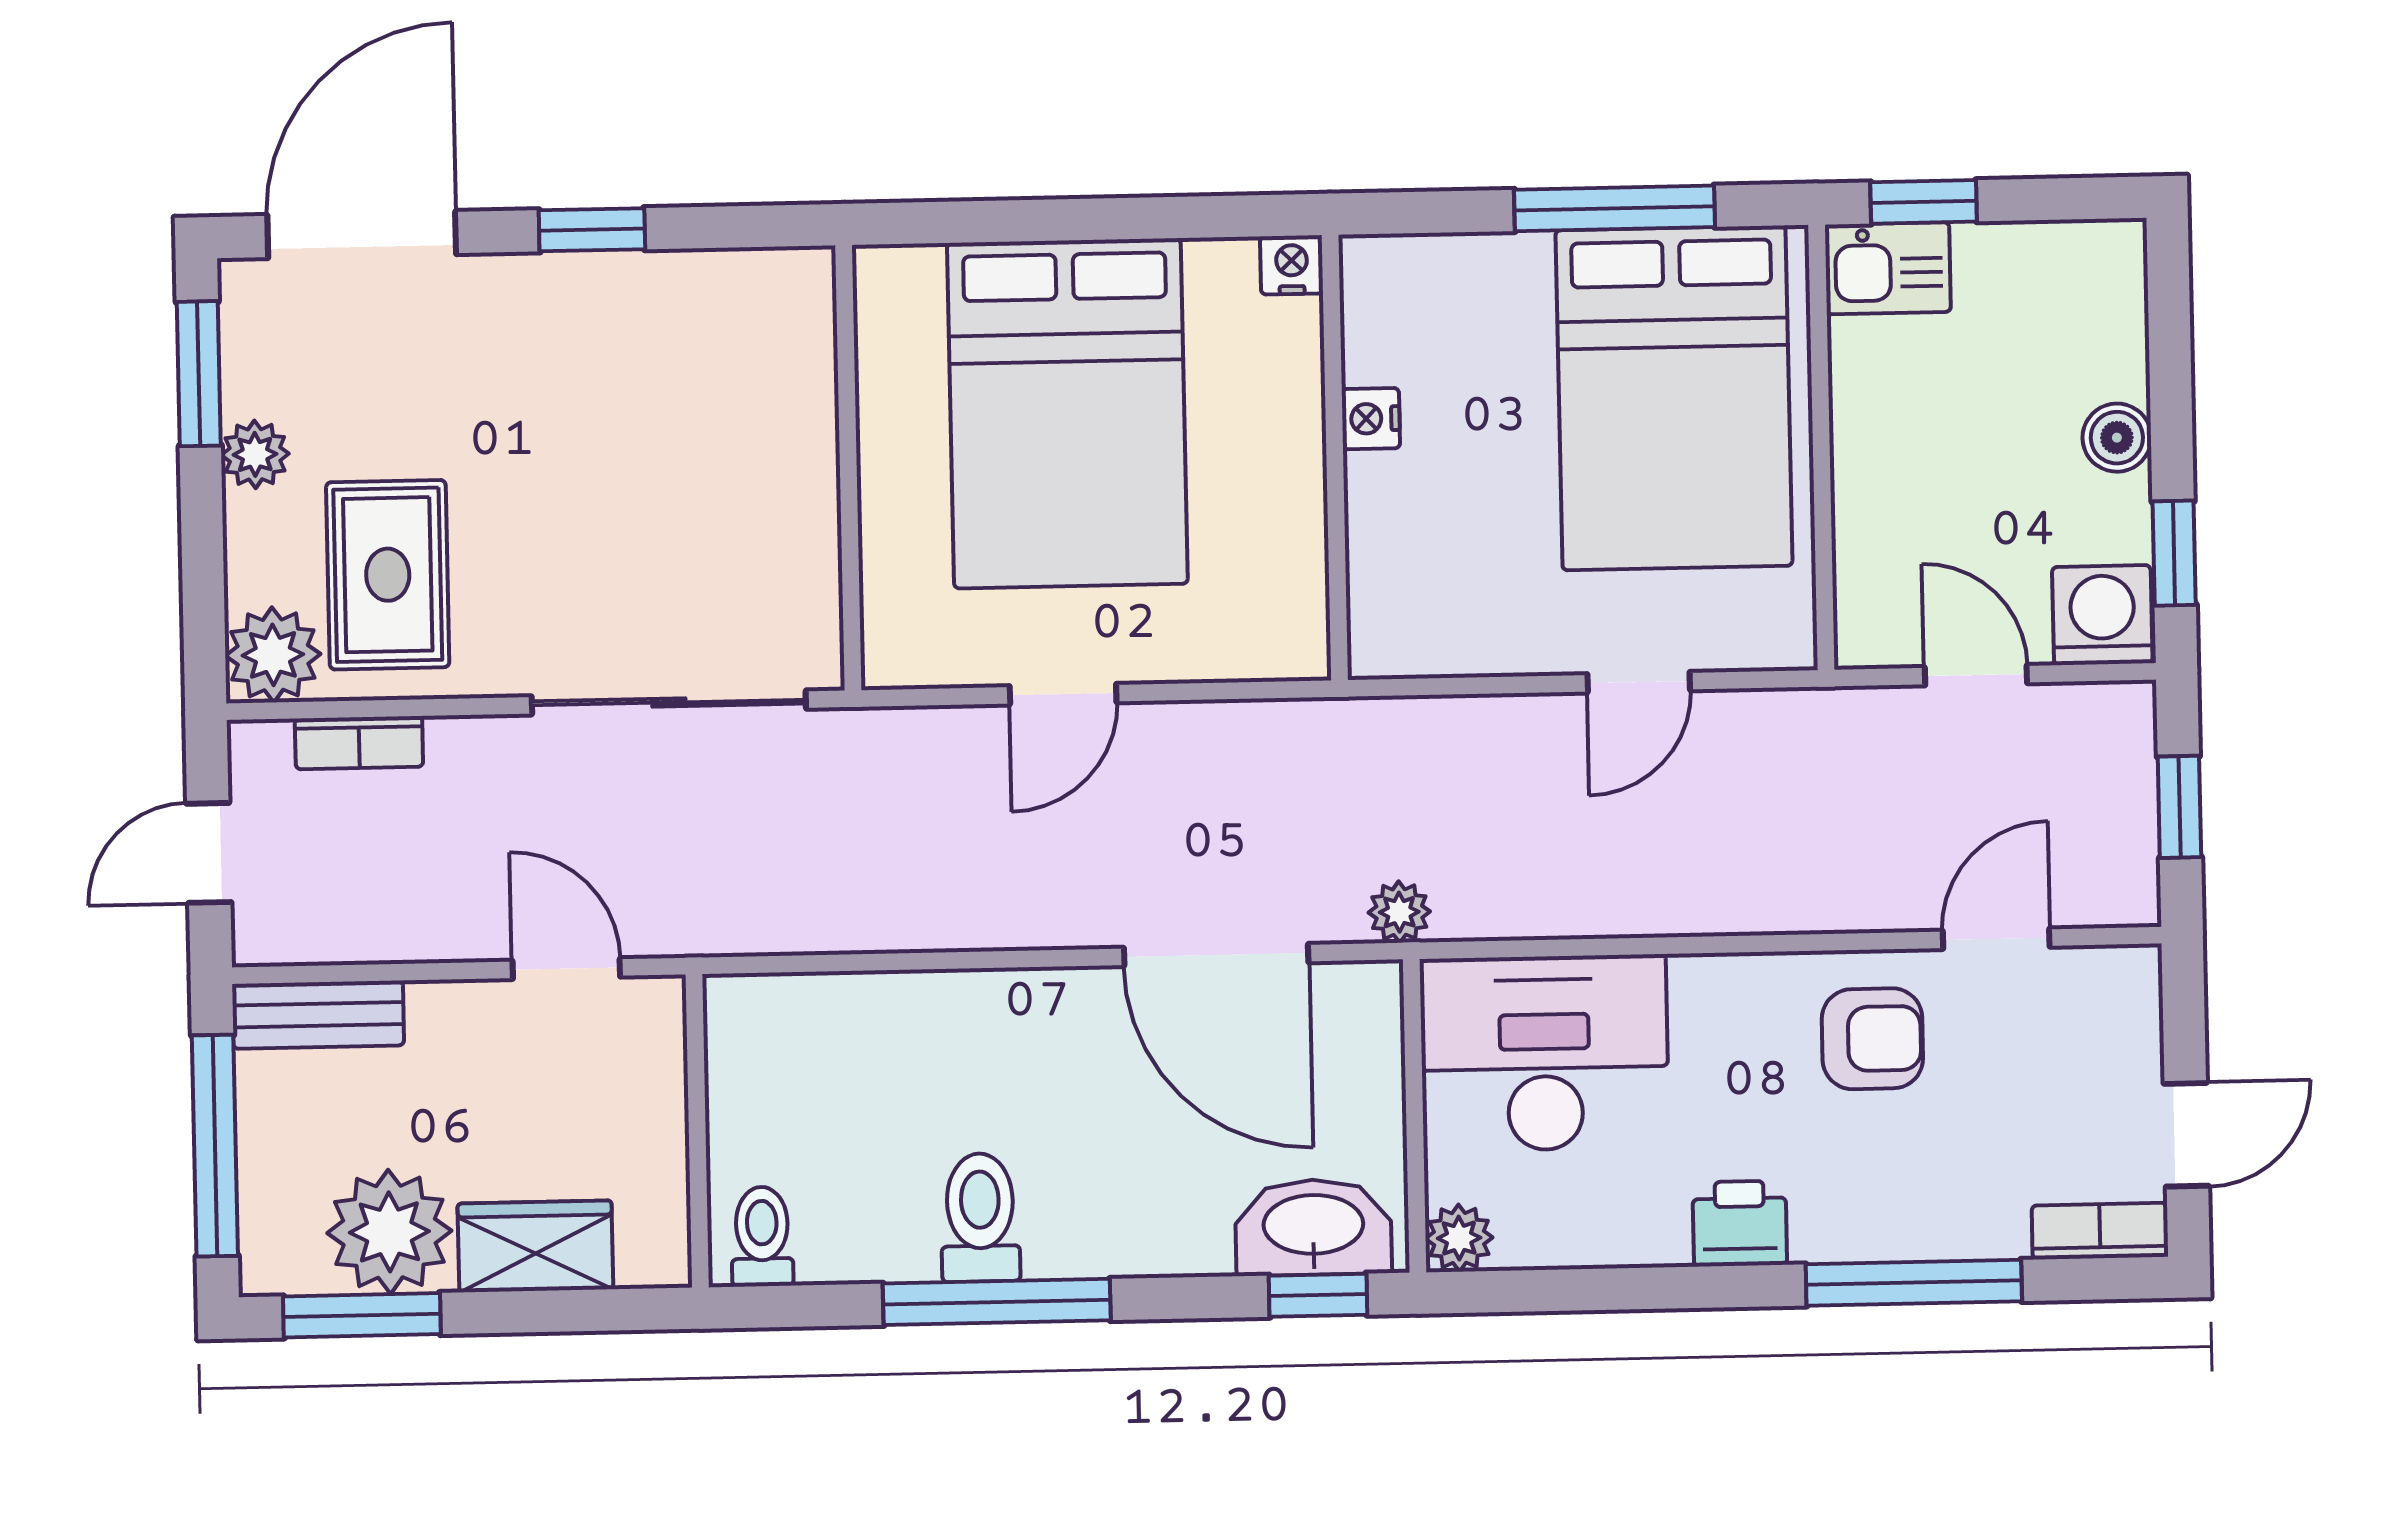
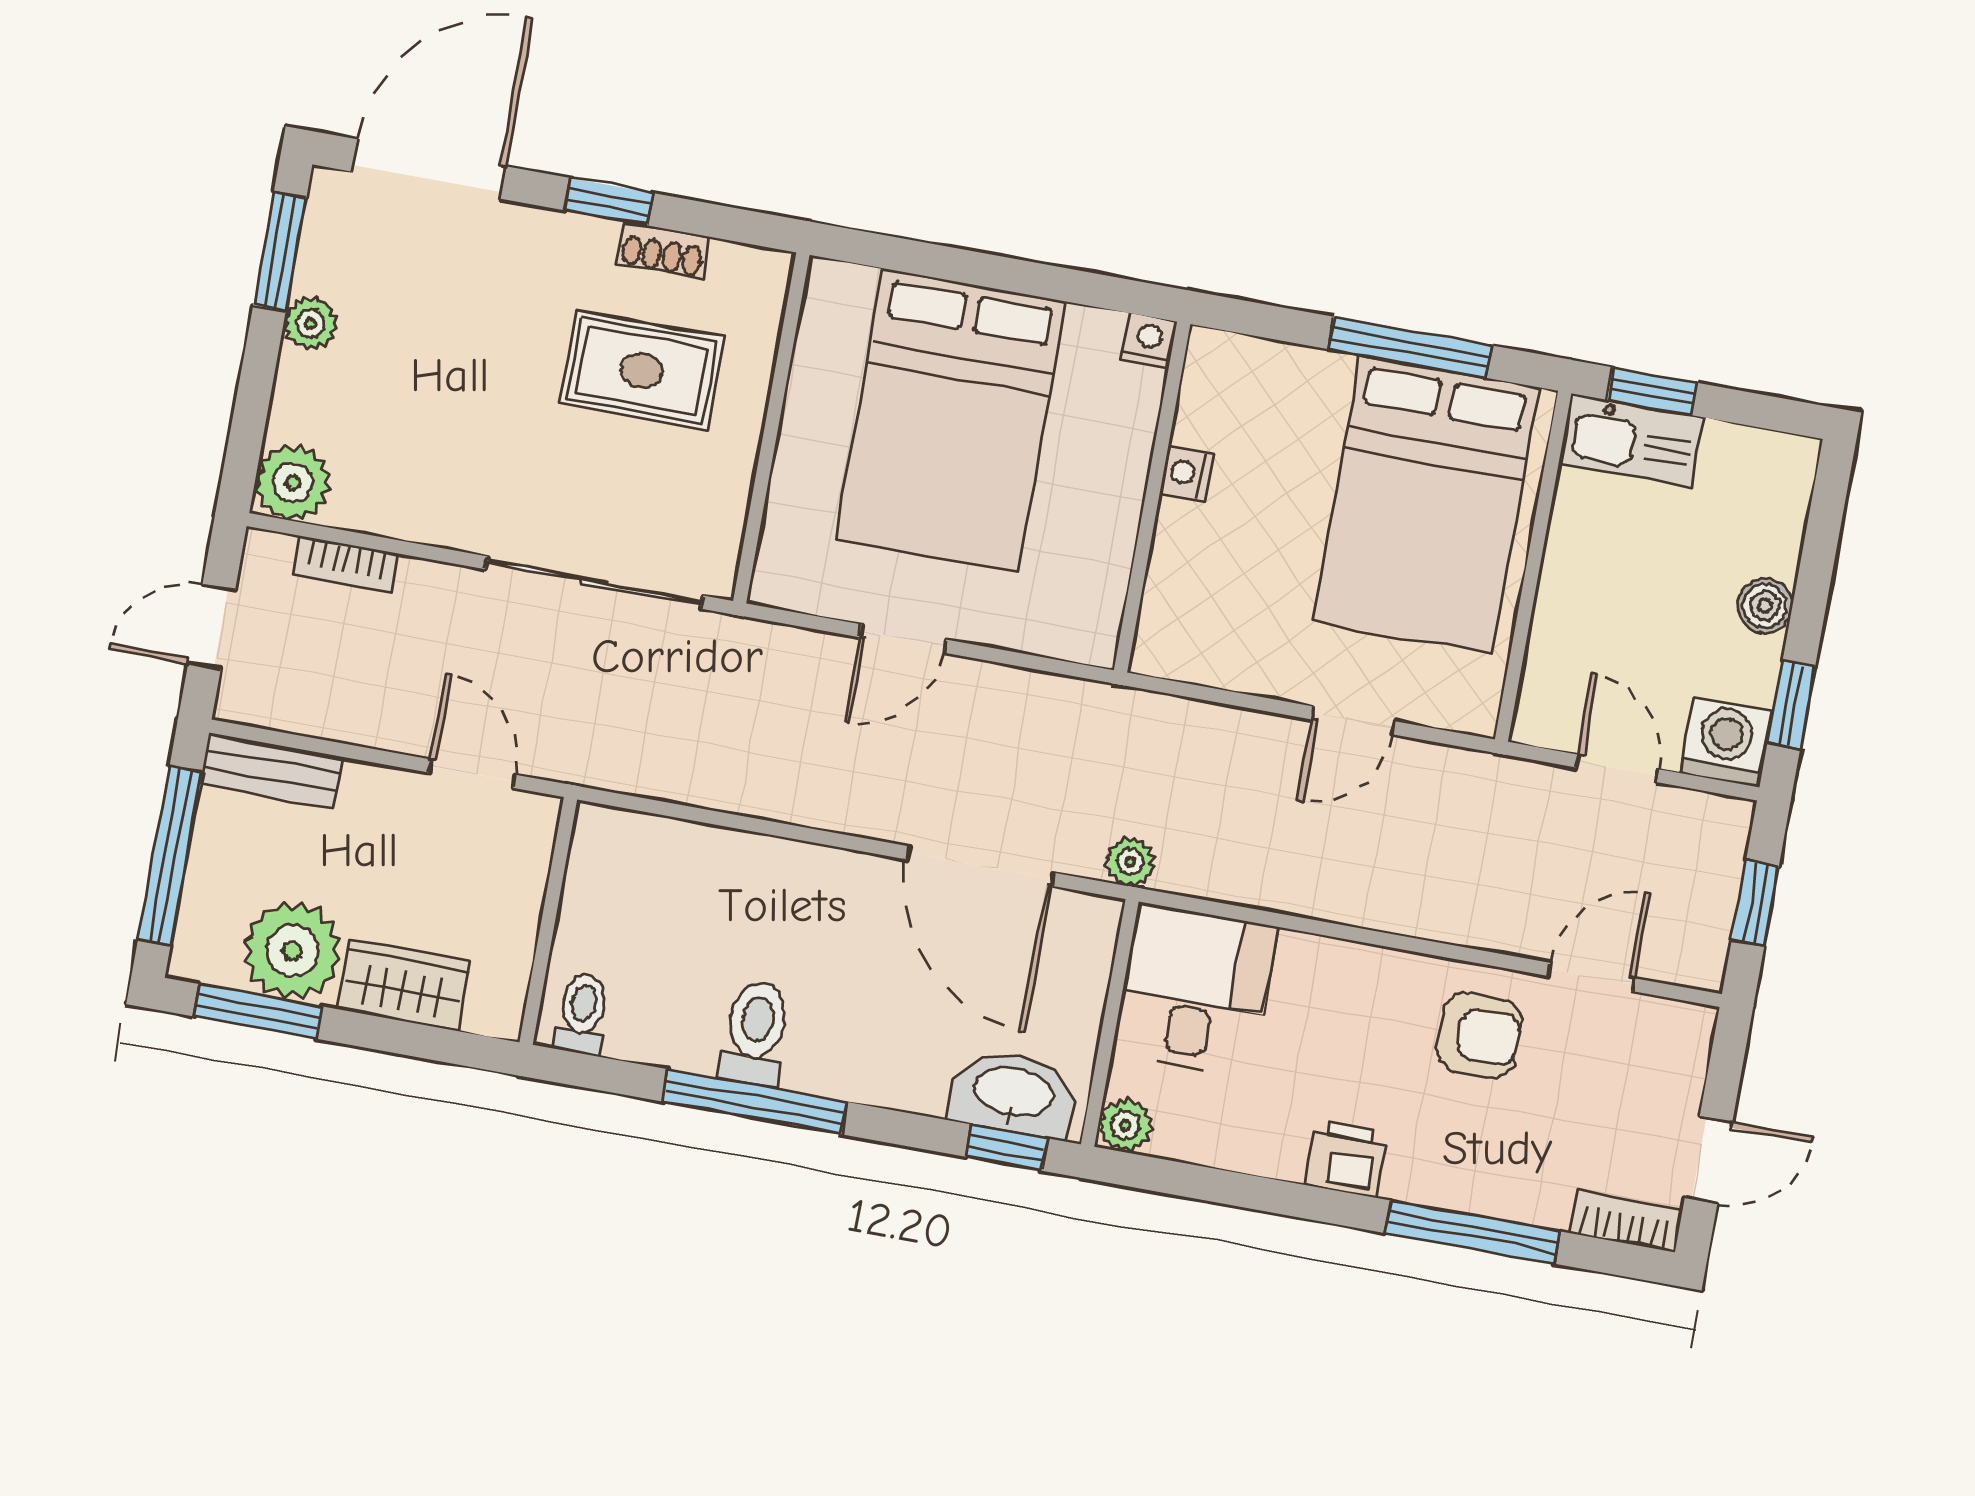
kitchen sink: (1888, 268) -> (1632, 441), width x1.38
shoe rack: (670, 276) -> (663, 250), added
rug: (388, 575) -> (642, 370), moved, turned 90
desk: (1545, 1053) -> (1195, 990), width x0.73

